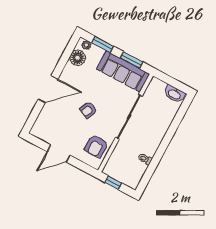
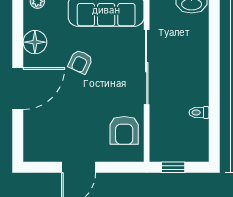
floor lamp: (78, 58) -> (35, 42), moved
armchair: (88, 110) -> (80, 62), moved

